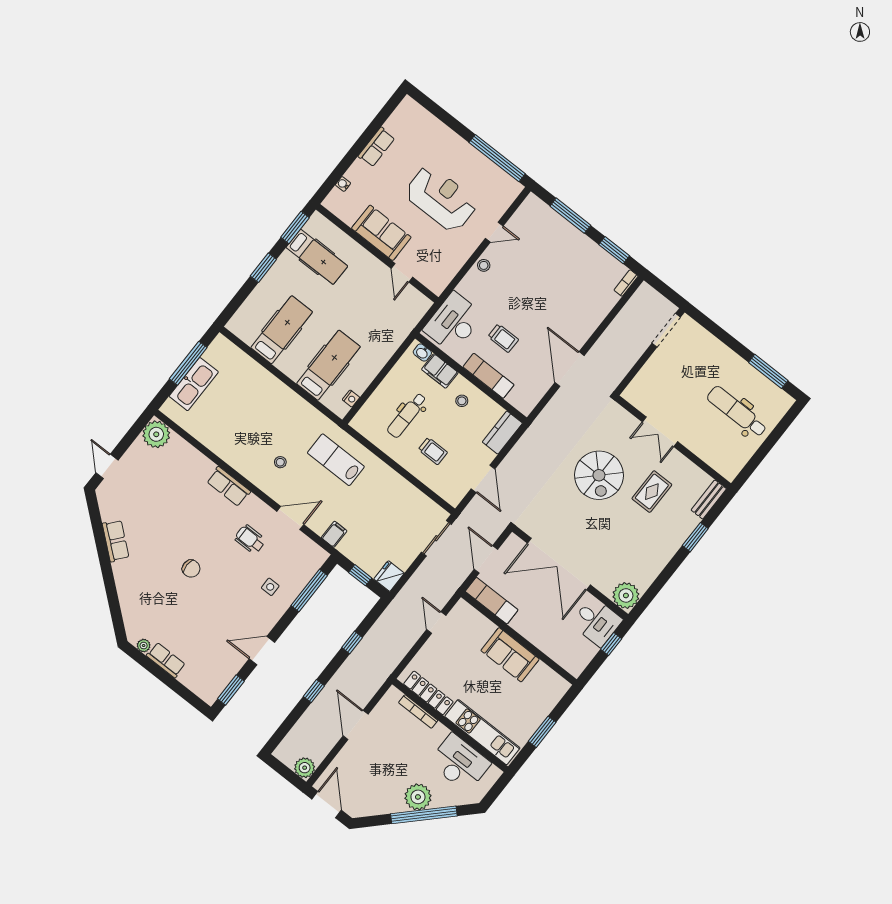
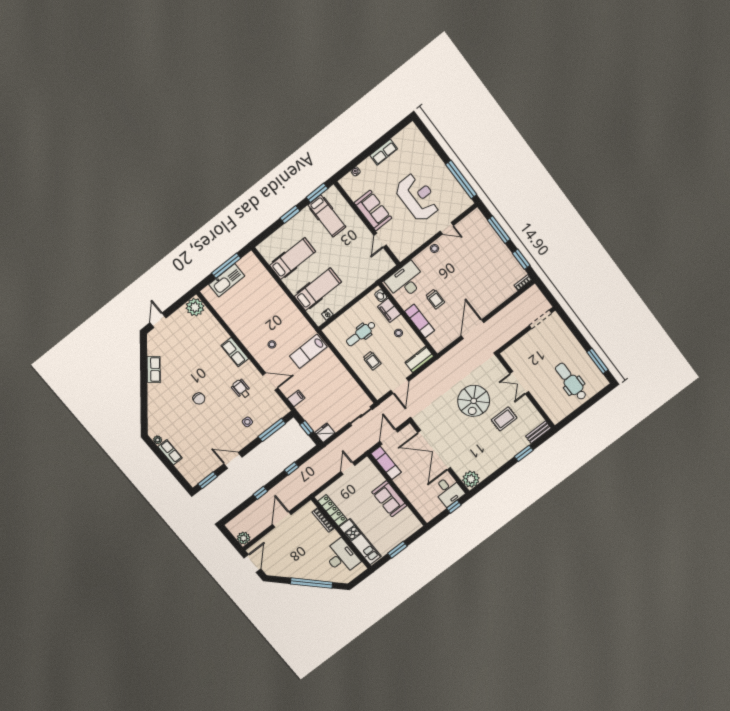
lab bench: (336, 460) -> (308, 351), turned -90
plant: (418, 797) -> (311, 572), removed

